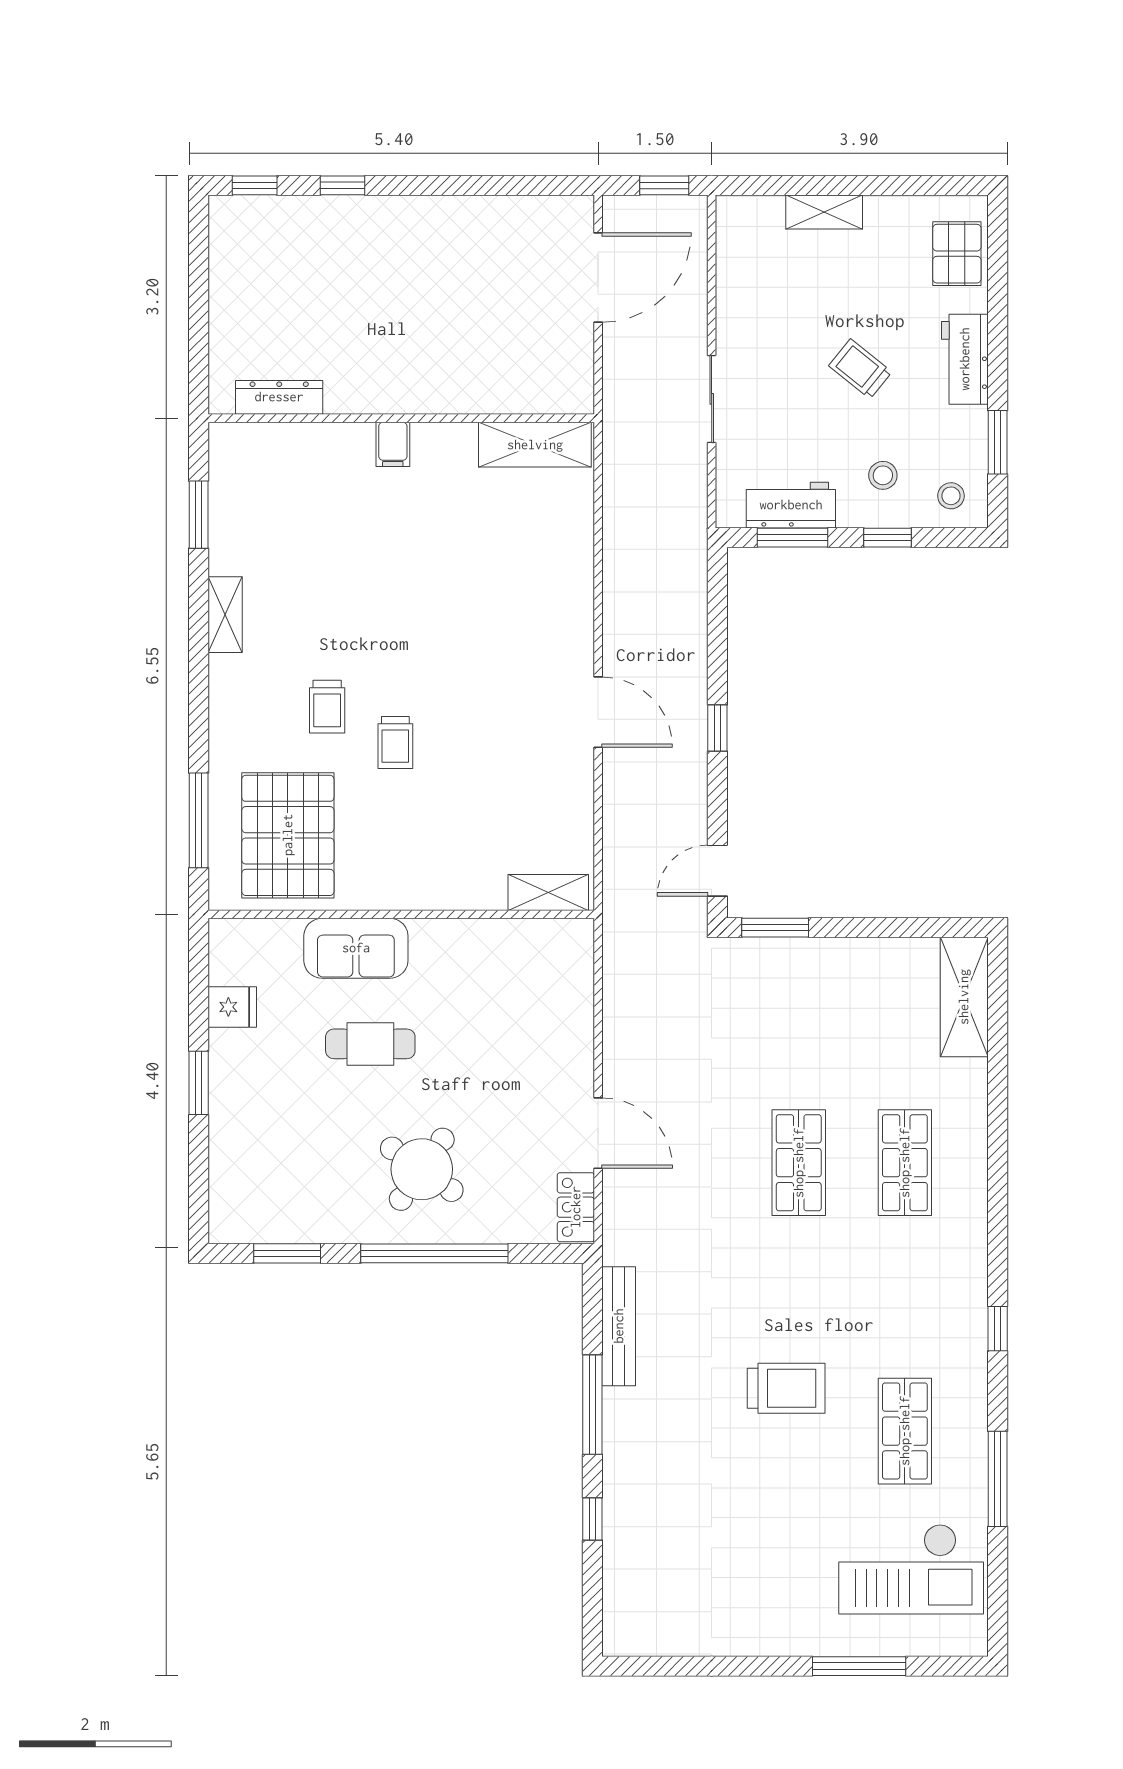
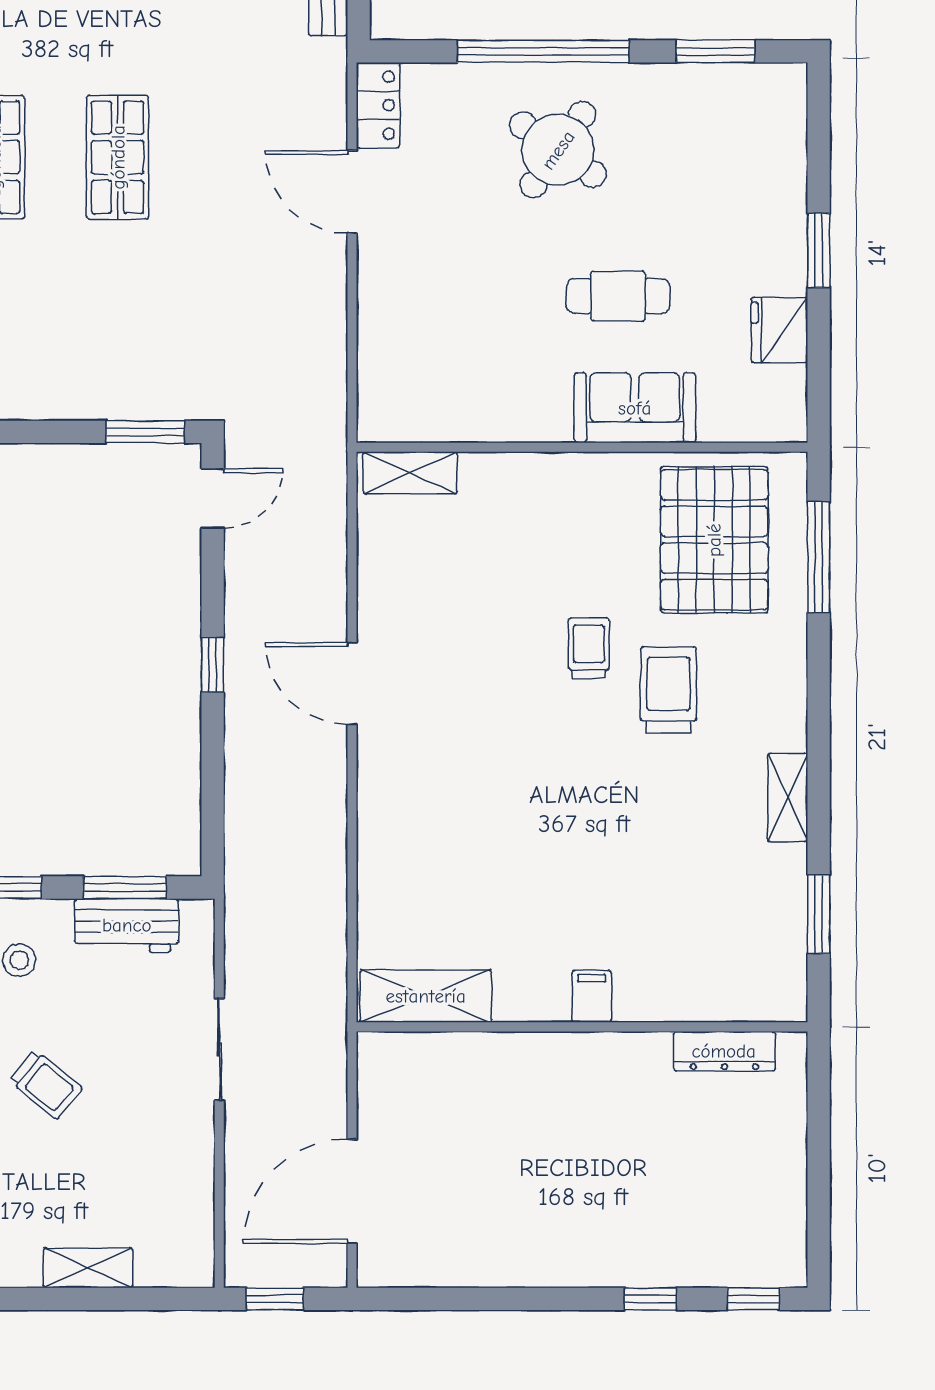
trolley: (327, 707) -> (668, 690), width x1.36, depth x1.39
fridge: (232, 1007) -> (779, 330), width x1.38

